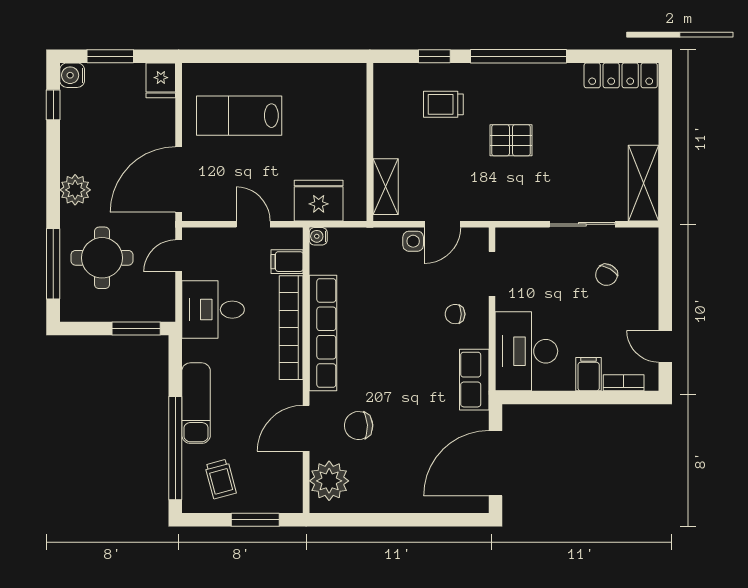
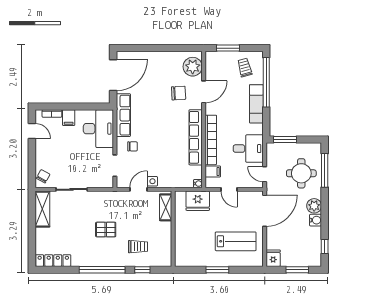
window: (277, 56) -> (217, 270), added
water cooler: (72, 75) -> (316, 220), moved
door: (179, 256) -> (265, 174), swing flipped
chair: (607, 275) -> (43, 176), moved
row of seats: (474, 380) -> (123, 115), width x1.48

